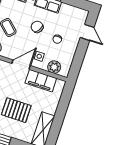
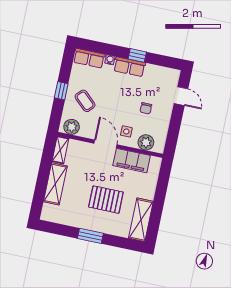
chair: (37, 27) -> (120, 96), removed
door: (21, 65) -> (106, 144), hinge flipped

